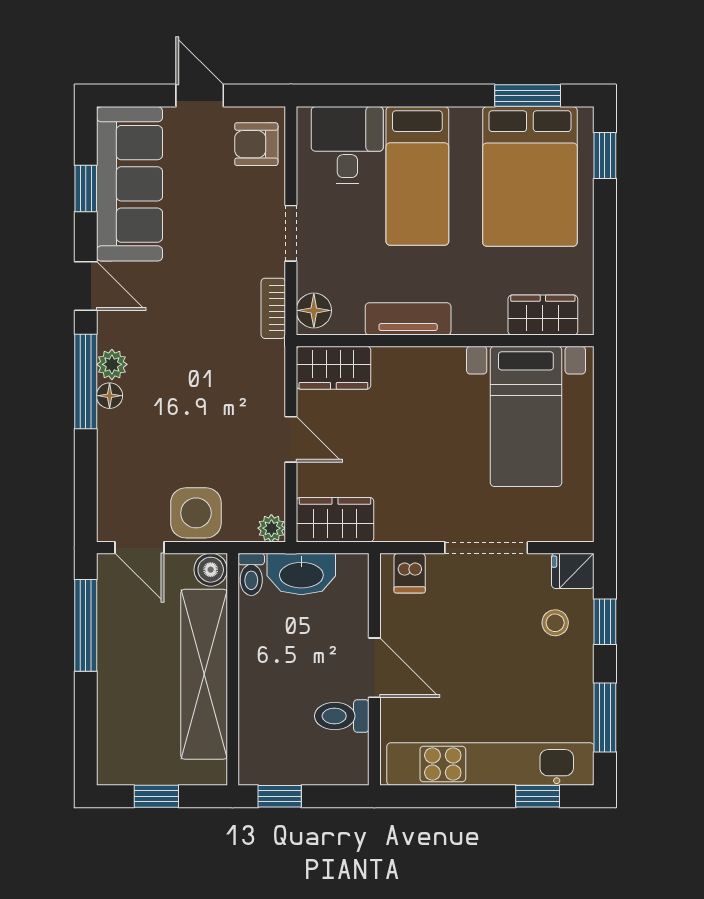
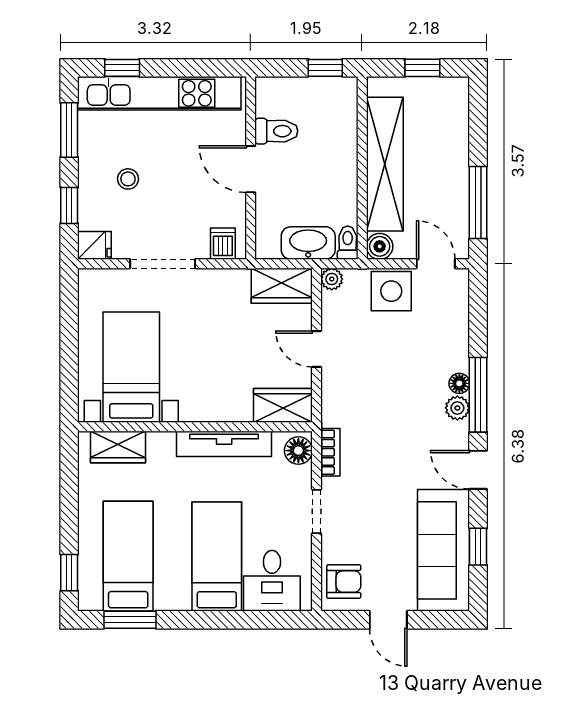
bed: (530, 176) -> (128, 556), width x0.67
tv unit: (408, 319) -> (224, 444), width x1.41
stool: (555, 623) -> (128, 179), moved

